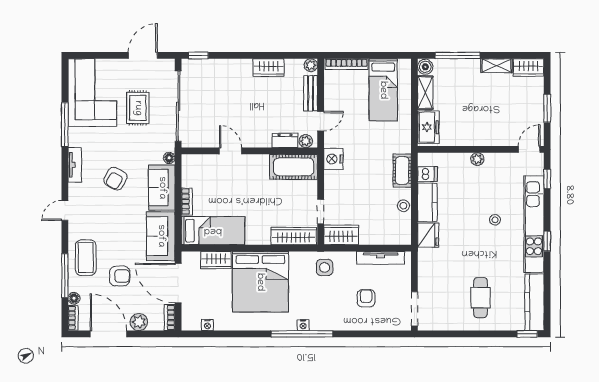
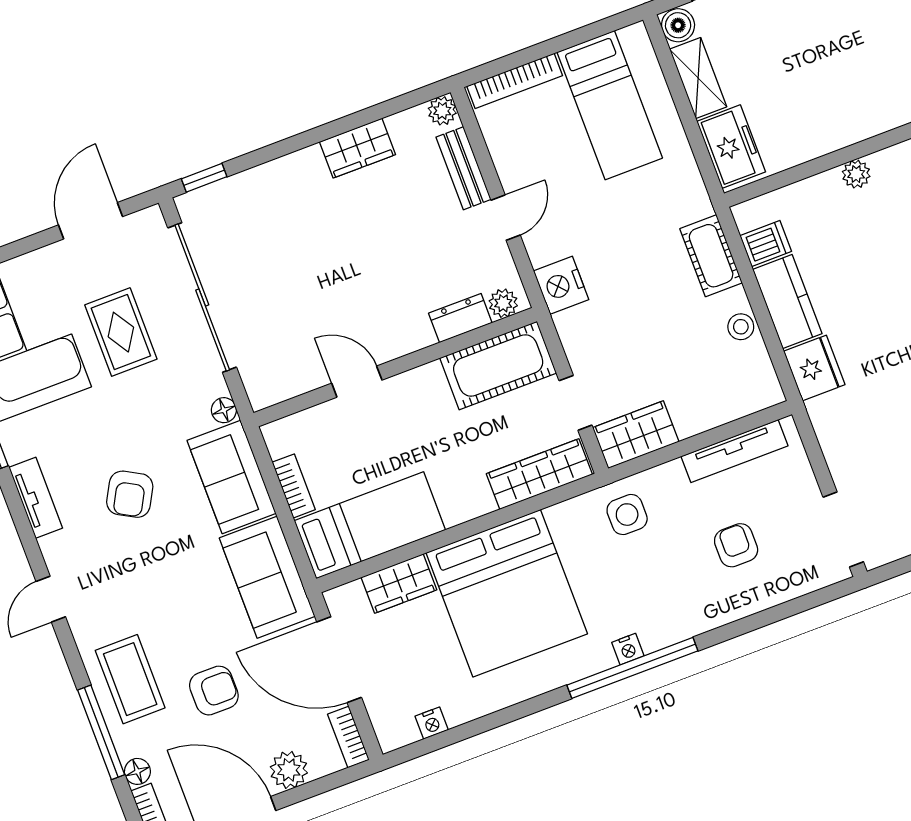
dresser: (285, 141) -> (460, 318), moved
plant: (306, 141) -> (503, 303), moved
door: (231, 151) -> (357, 382), moved
wall: (249, 151) -> (395, 367), moved
cot: (294, 167) -> (498, 365), moved

